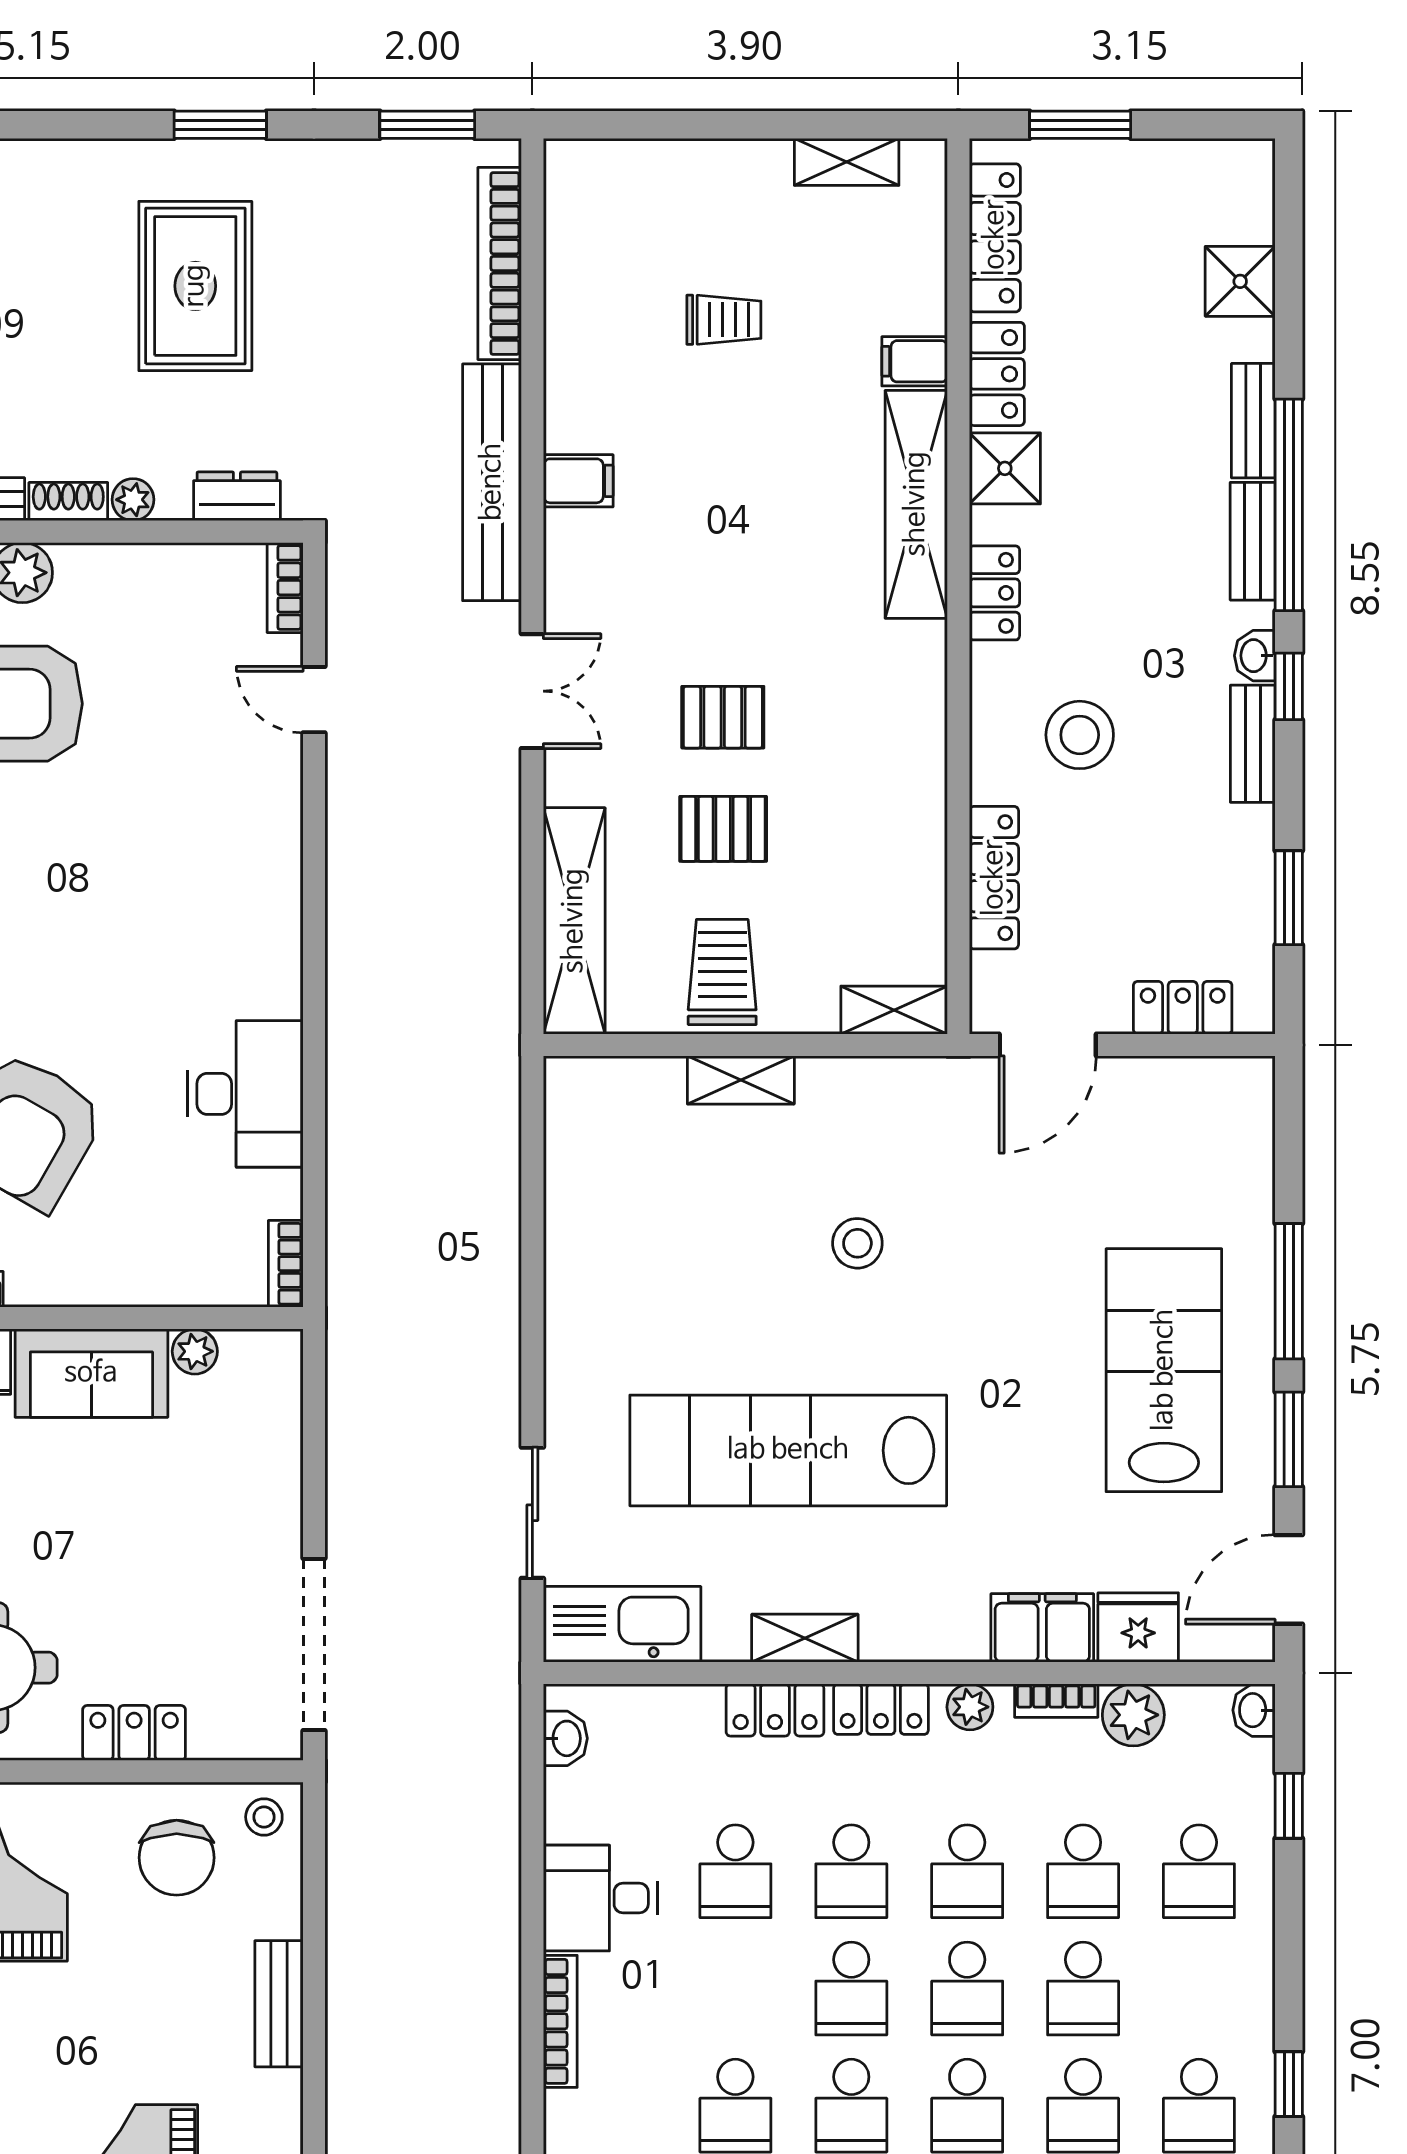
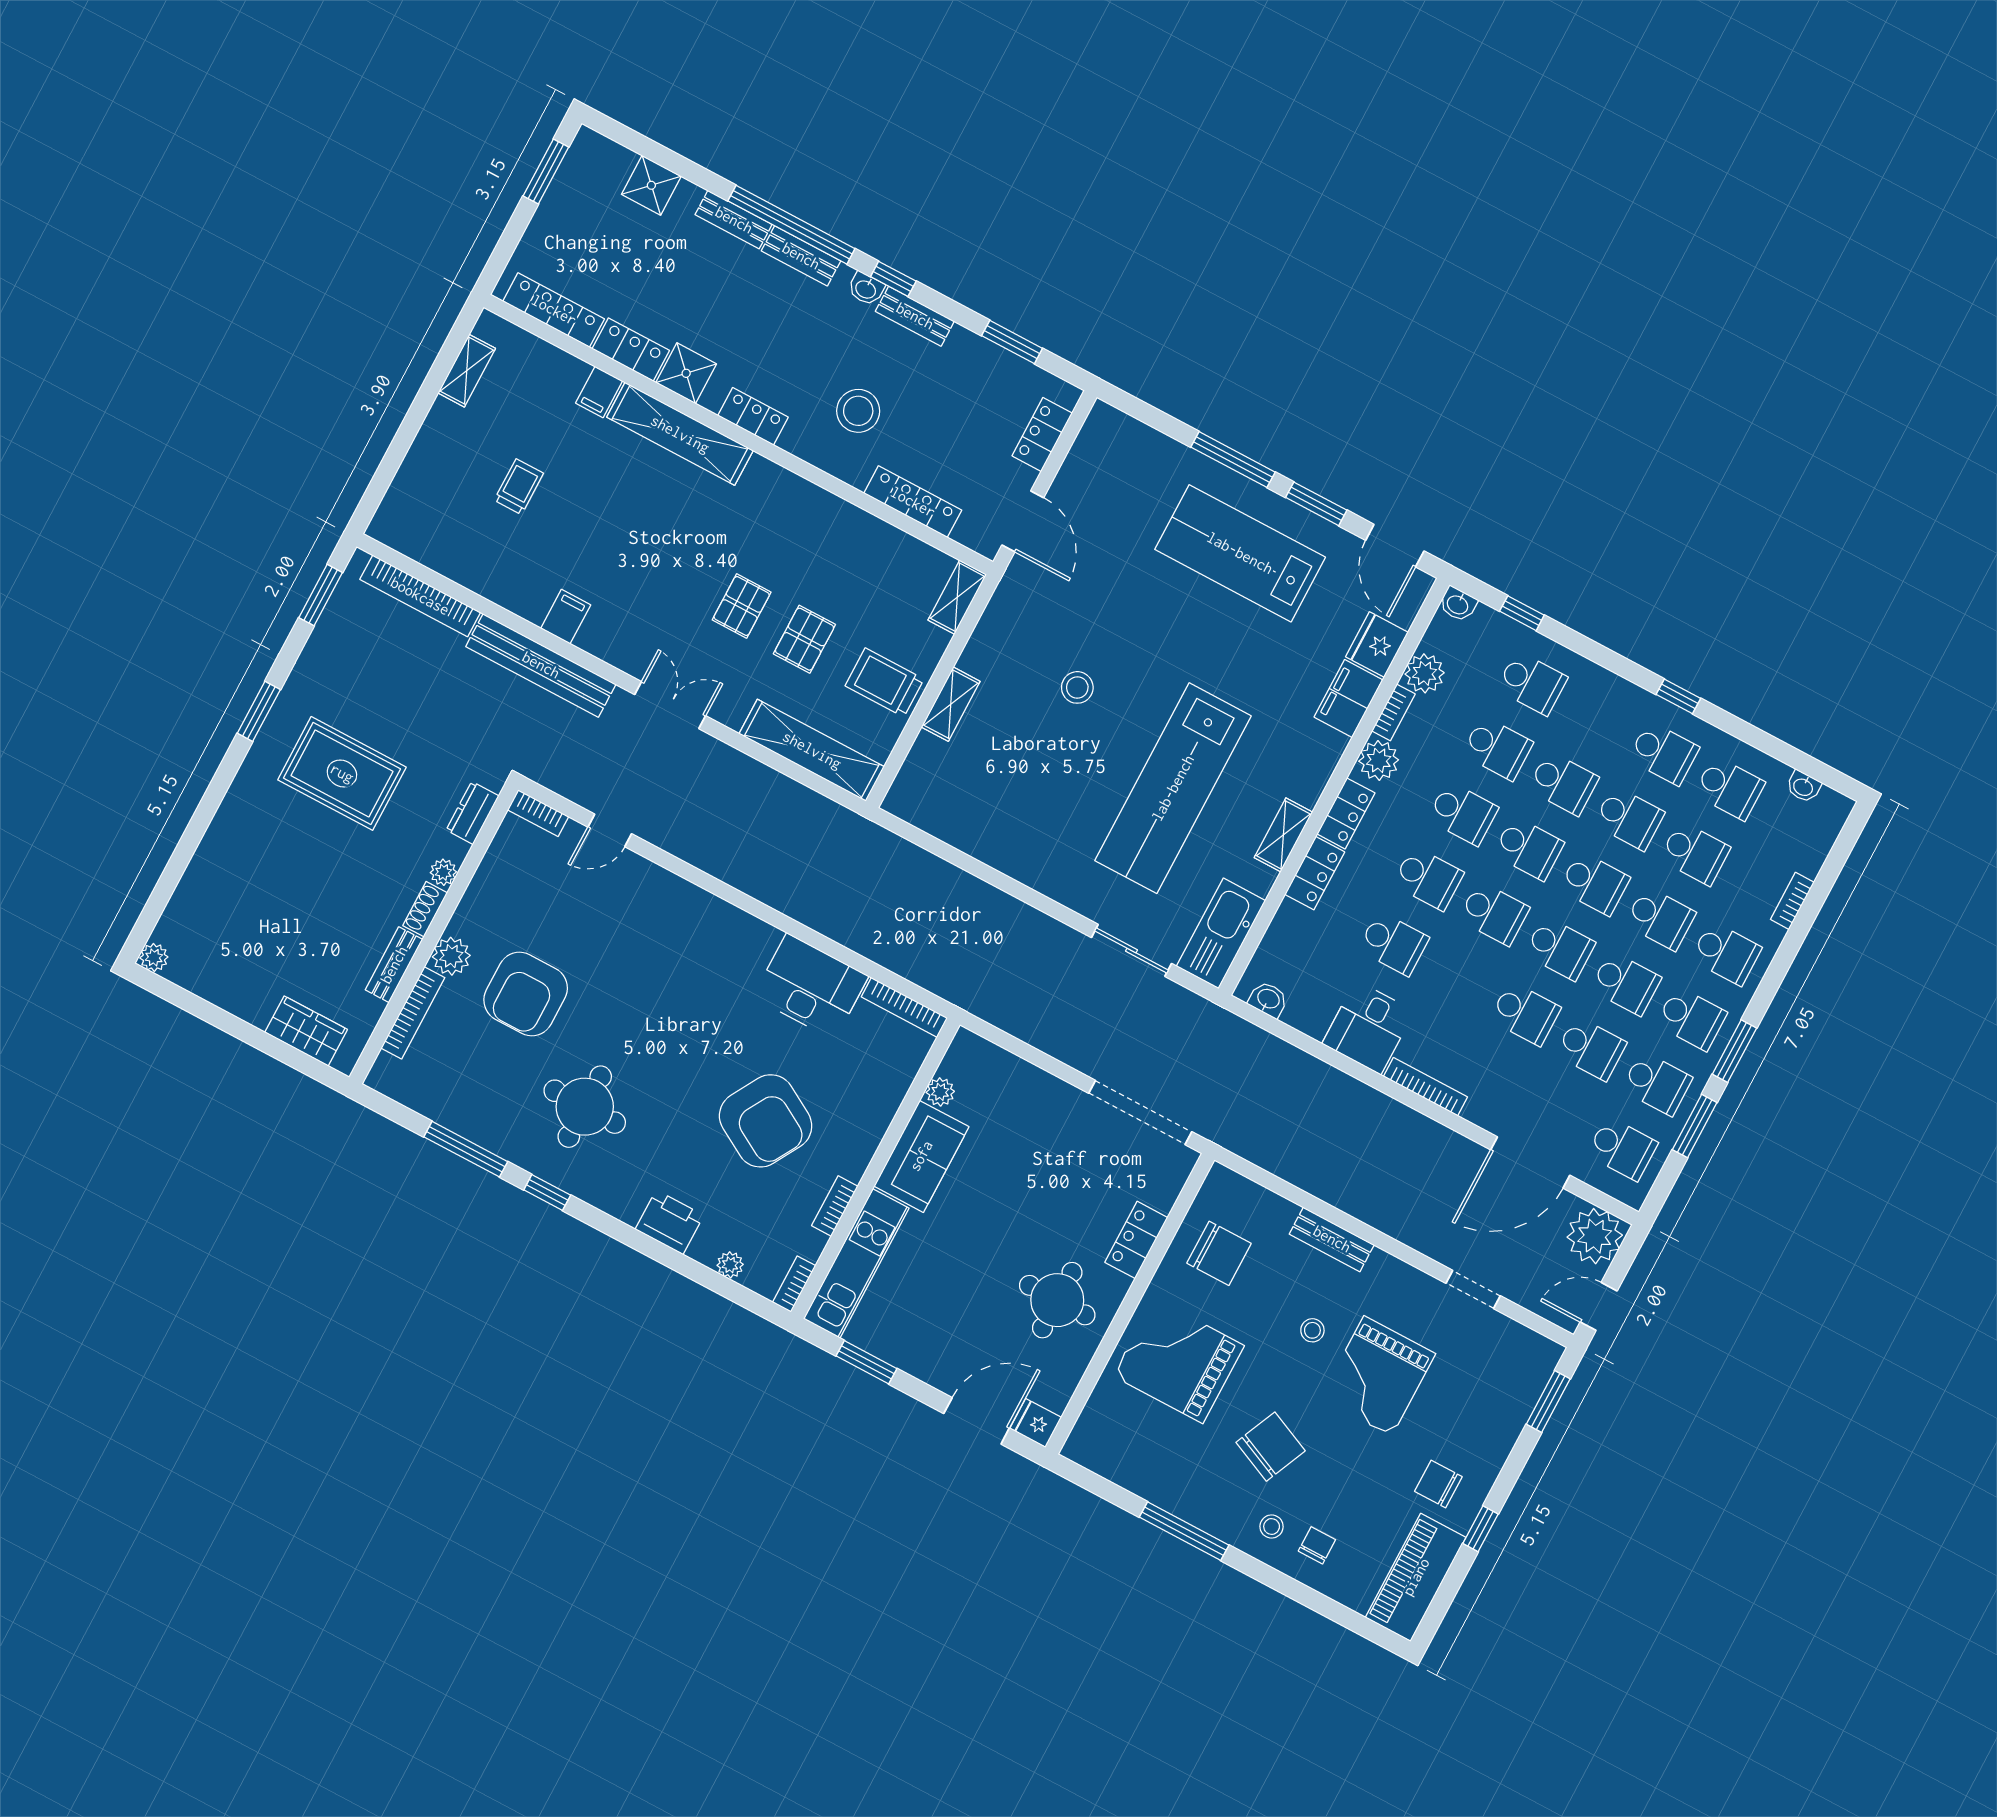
window: (1080, 125) -> (546, 172), moved
bookcase: (286, 1264) -> (904, 1007), width x1.56
plant: (970, 1707) -> (1379, 760), width x1.38, depth x1.38
stool: (264, 1817) -> (1312, 1330), moved

